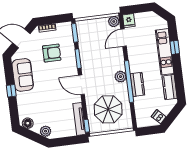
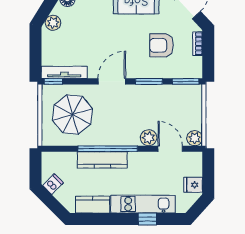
fridge: (129, 21) -> (193, 185), moved
armchair: (52, 53) -> (162, 45), turned 90
plant: (121, 77) -> (149, 138), moved
kitchen counter: (137, 84) -> (102, 160), width x1.50

